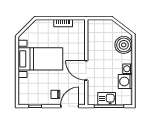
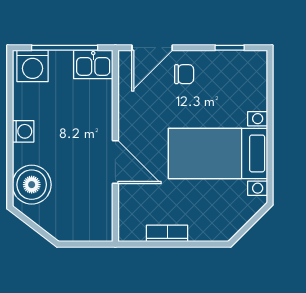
door: (86, 70) -> (115, 162), moved
washing machine: (125, 81) -> (32, 66), moved, turned 90
kitchen sink: (107, 99) -> (93, 64), moved

